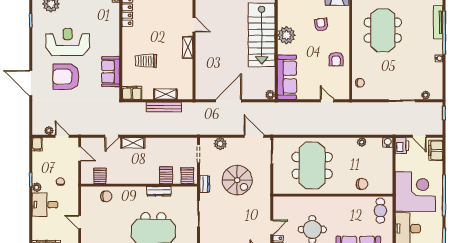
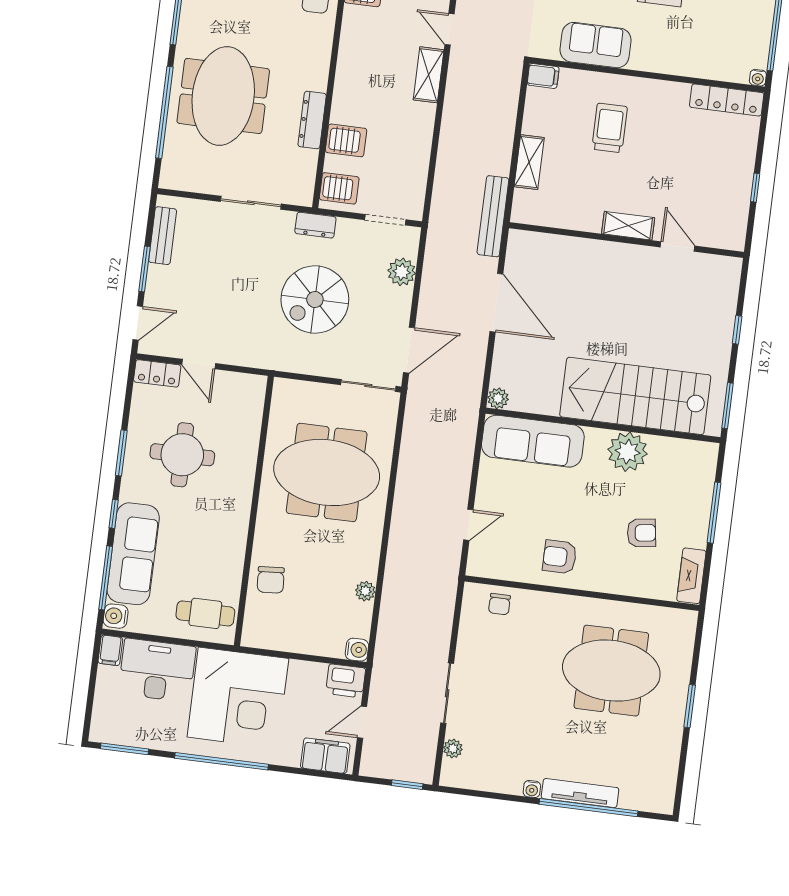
tv unit: (438, 22) -> (580, 793), moved
door: (194, 25) -> (678, 247), swing flipped
filing cabinet: (132, 93) -> (543, 76), width x0.50
bench: (164, 107) -> (493, 216), moved

